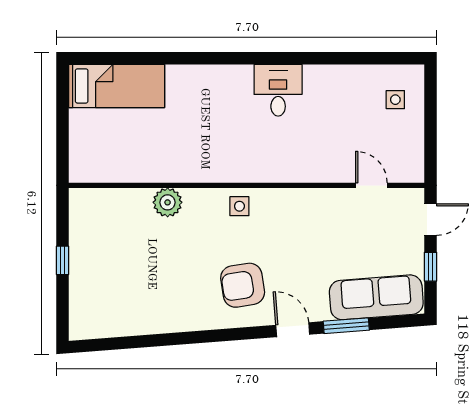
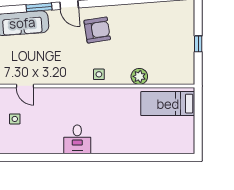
bed: (117, 86) -> (168, 104), moved
side table: (395, 100) -> (15, 119), moved

